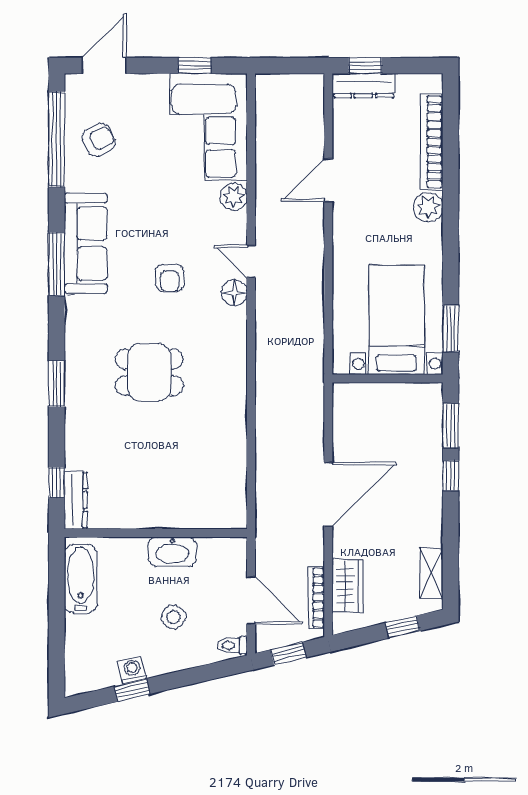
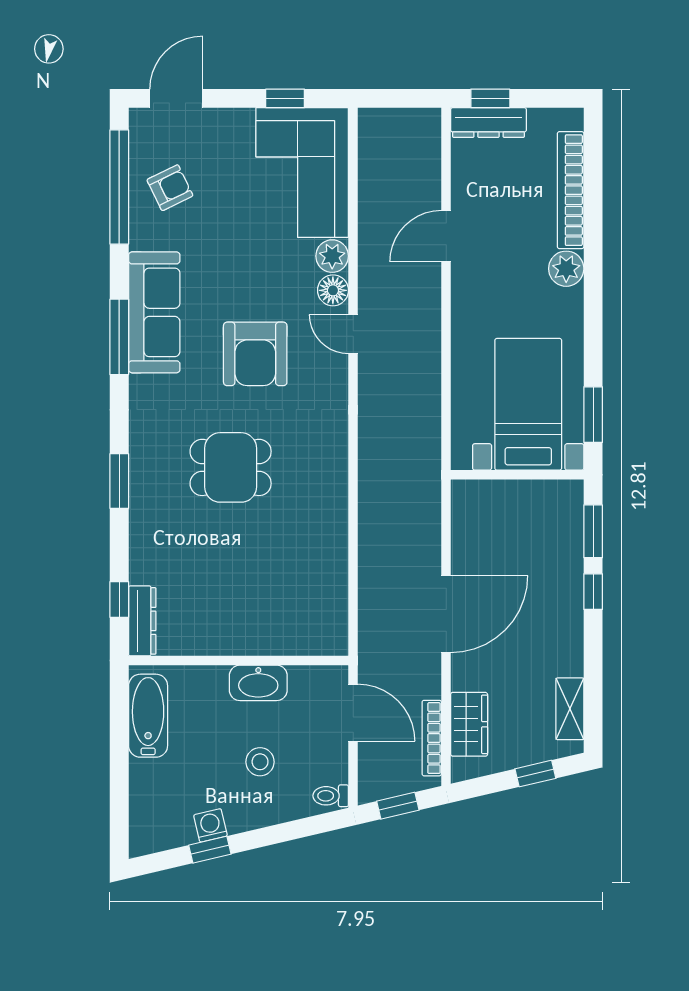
armchair: (170, 278) -> (255, 354), width x1.88, depth x1.88
floor lamp: (234, 293) -> (333, 290), moved
door: (251, 600) -> (353, 713), moved

